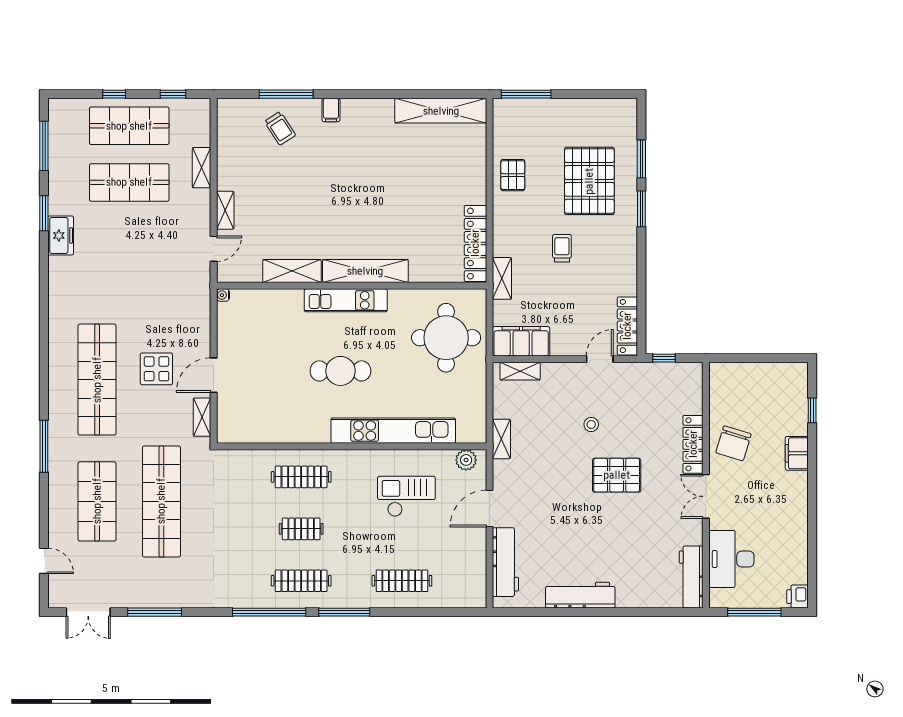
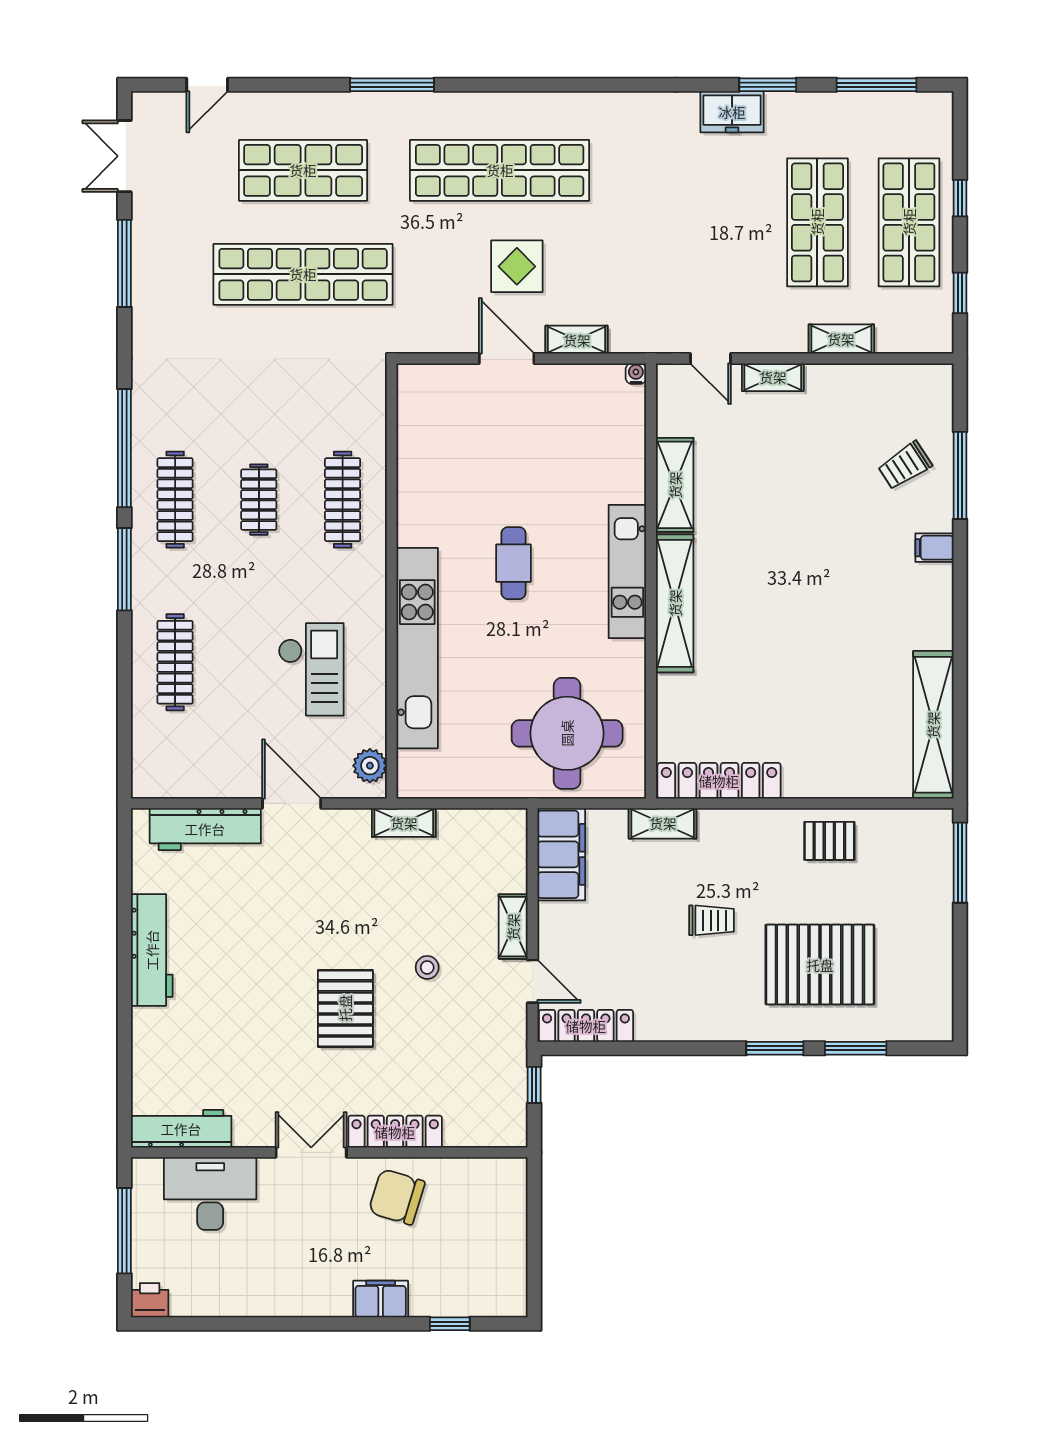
cafe table: (340, 371) -> (513, 563), width x0.73, depth x0.74
shelving: (520, 371) -> (513, 927), moved
shelving: (202, 417) -> (577, 340), moved

